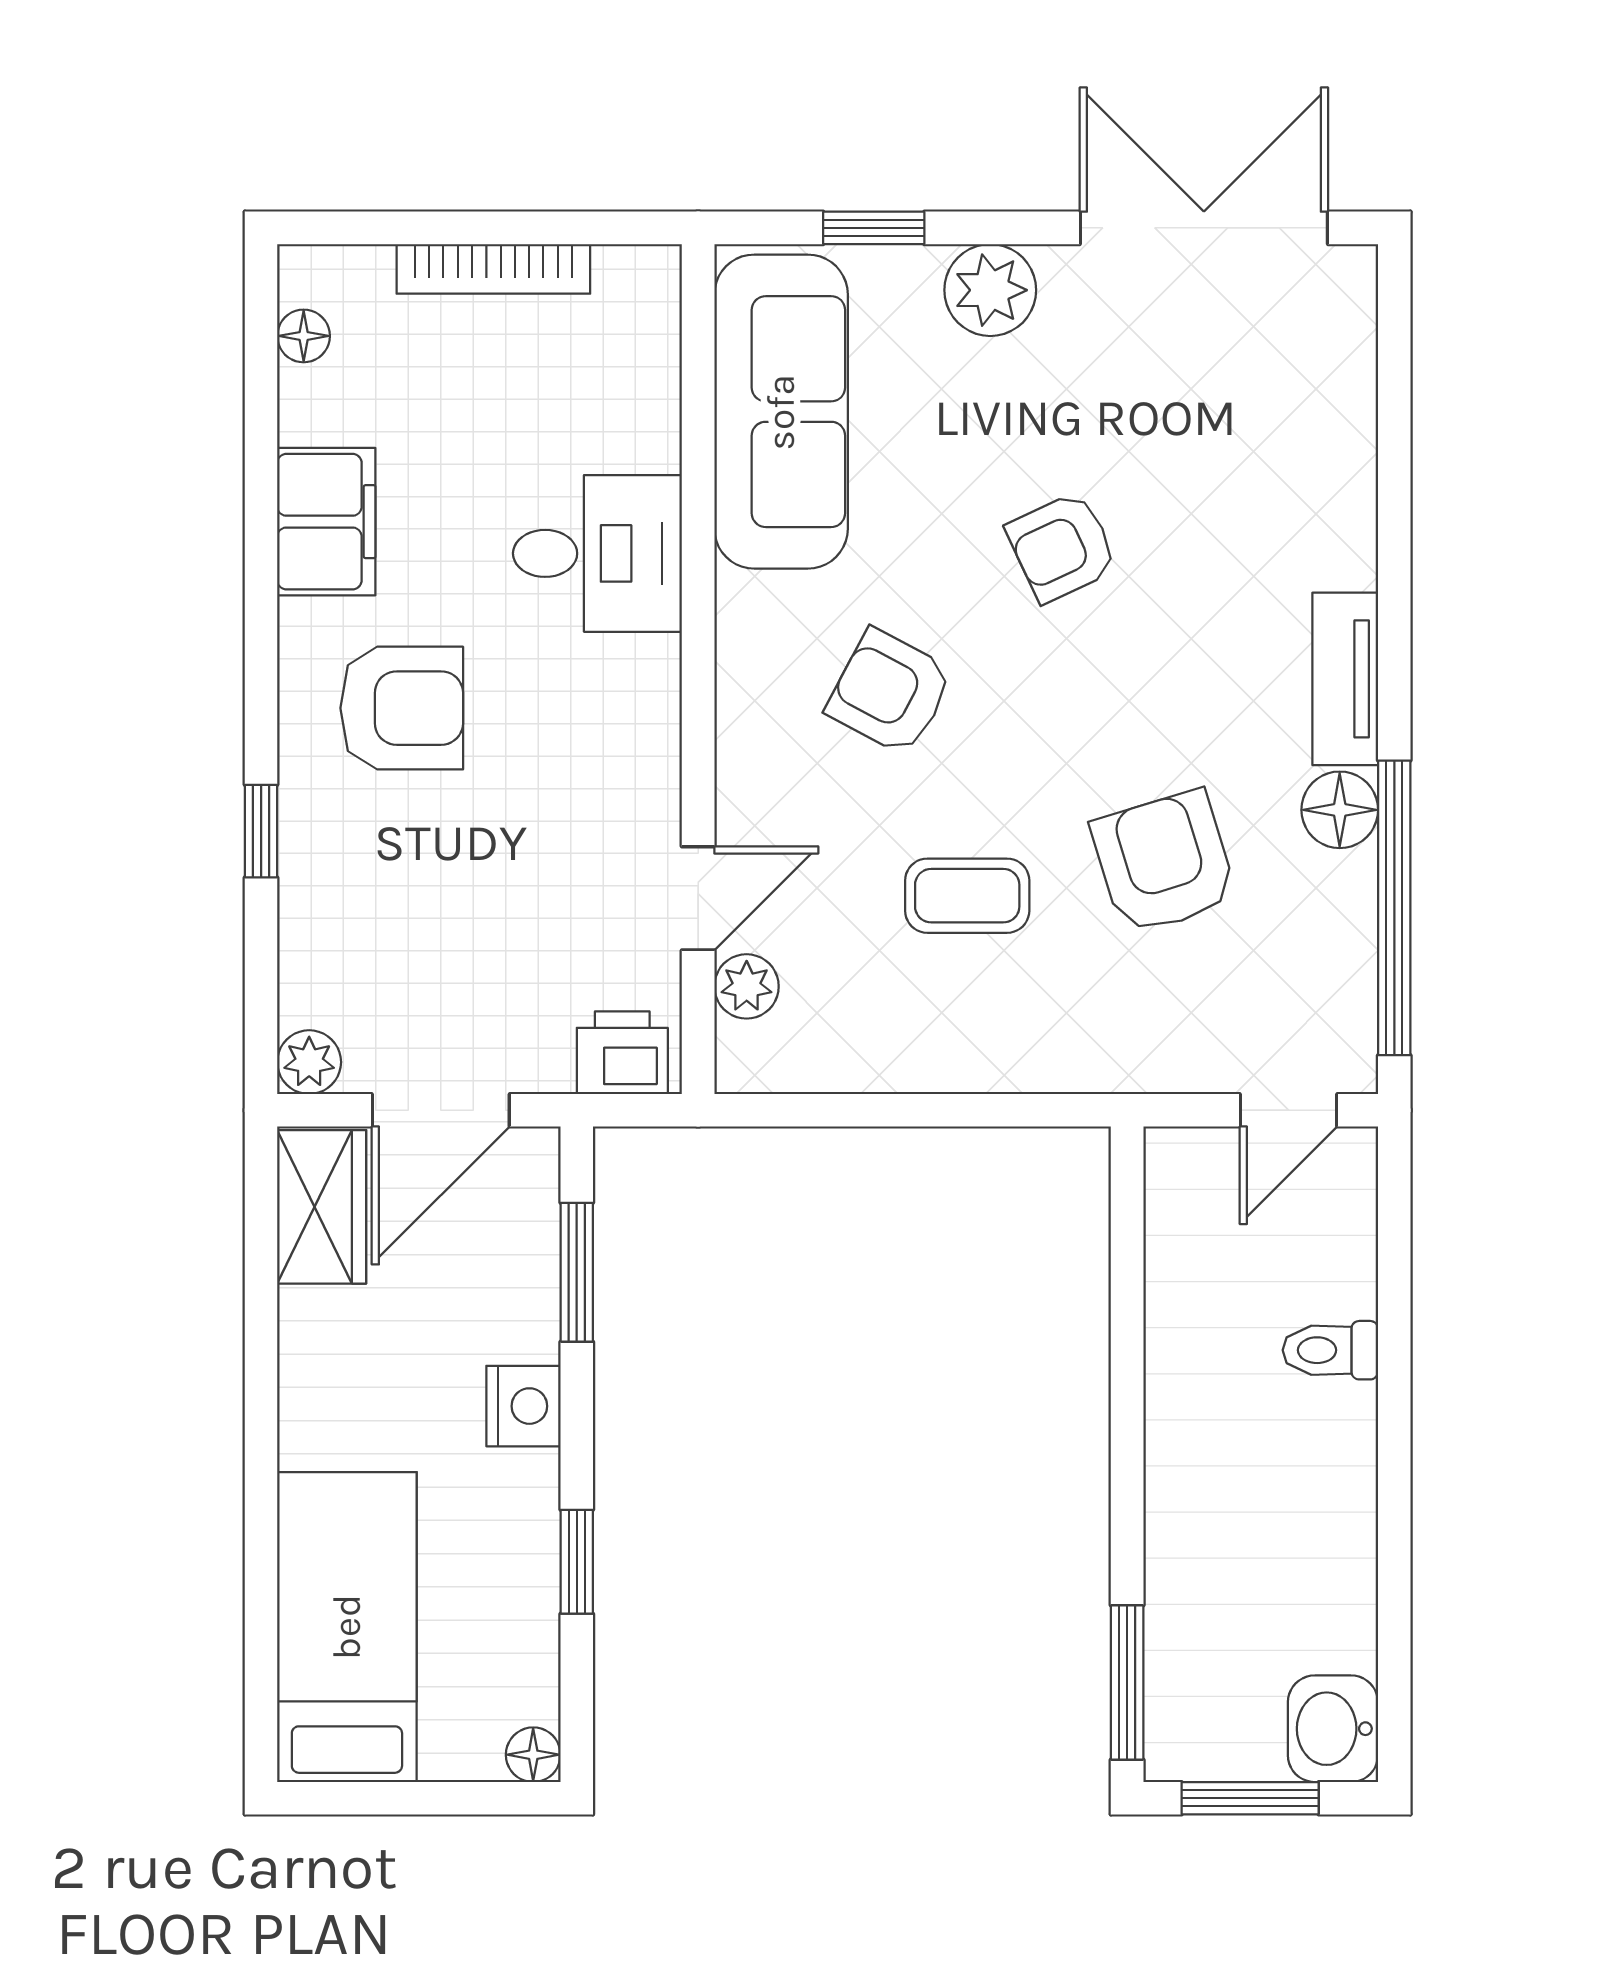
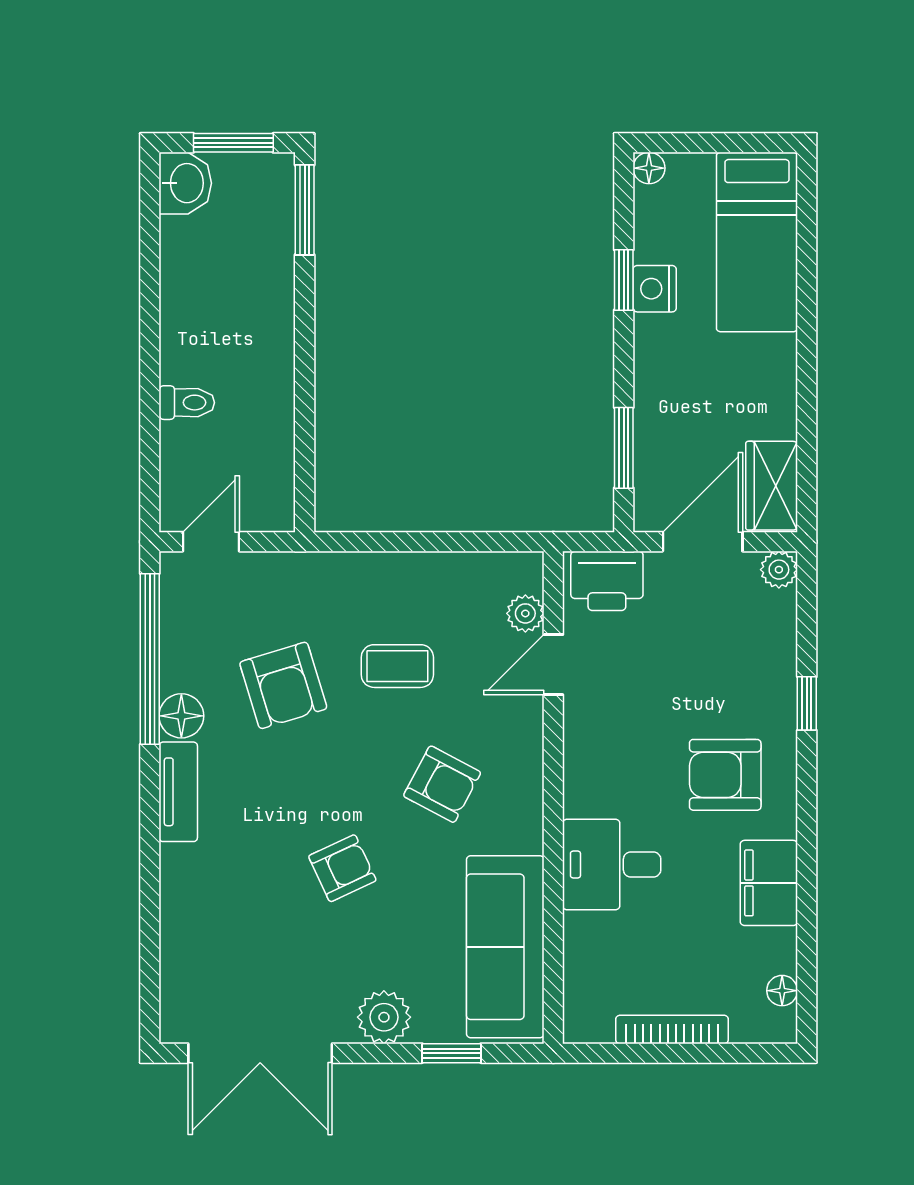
printer: (622, 1053) -> (607, 581), width x1.36, depth x1.24
nightstand: (523, 1406) -> (655, 289), moved

